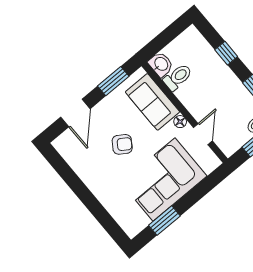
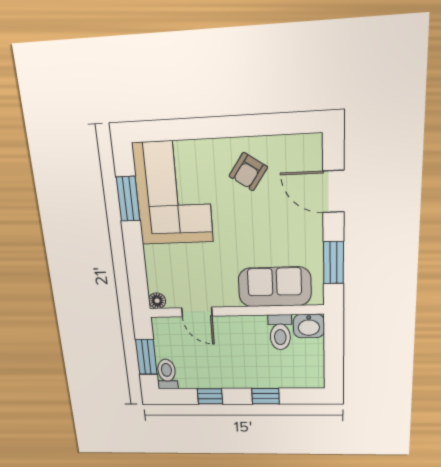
floor lamp: (180, 122) -> (157, 301), moved
armchair: (122, 144) -> (248, 172), moved
corner sofa: (164, 179) -> (173, 193), moved

